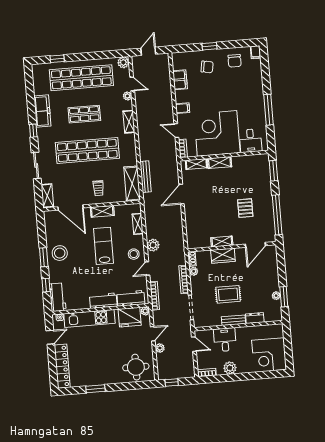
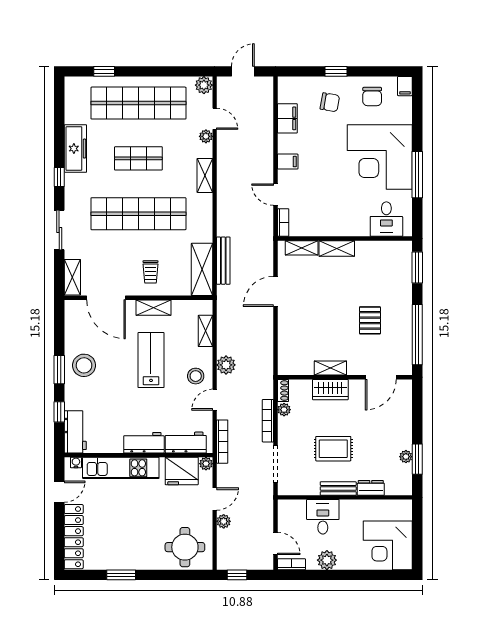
corner desk: (217, 133) -> (380, 157), moved, turned -90
door: (194, 344) -> (275, 543), moved

